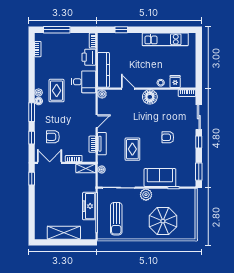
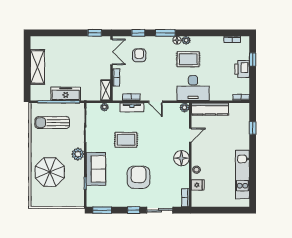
window: (57, 30) -> (253, 60), width x0.46
printer: (89, 57) -> (242, 69), moved, turned -90
desk: (84, 82) -> (193, 88), width x1.37
armchair: (168, 137) -> (139, 177), width x1.88, depth x1.88

